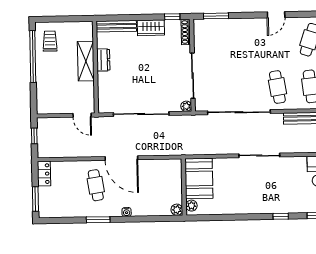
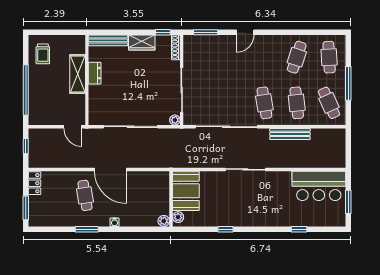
door: (276, 15) -> (245, 32), moved
trolley: (50, 41) -> (43, 54), turned 180
window: (33, 57) -> (26, 90), moved
window: (281, 216) -> (225, 229), moved

